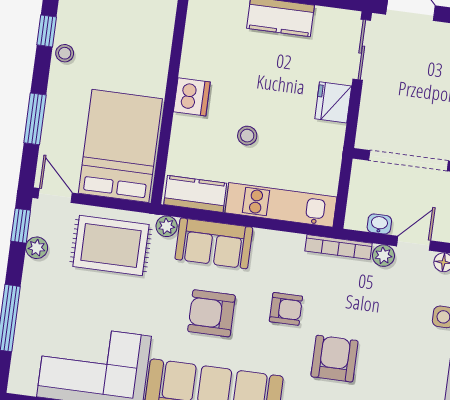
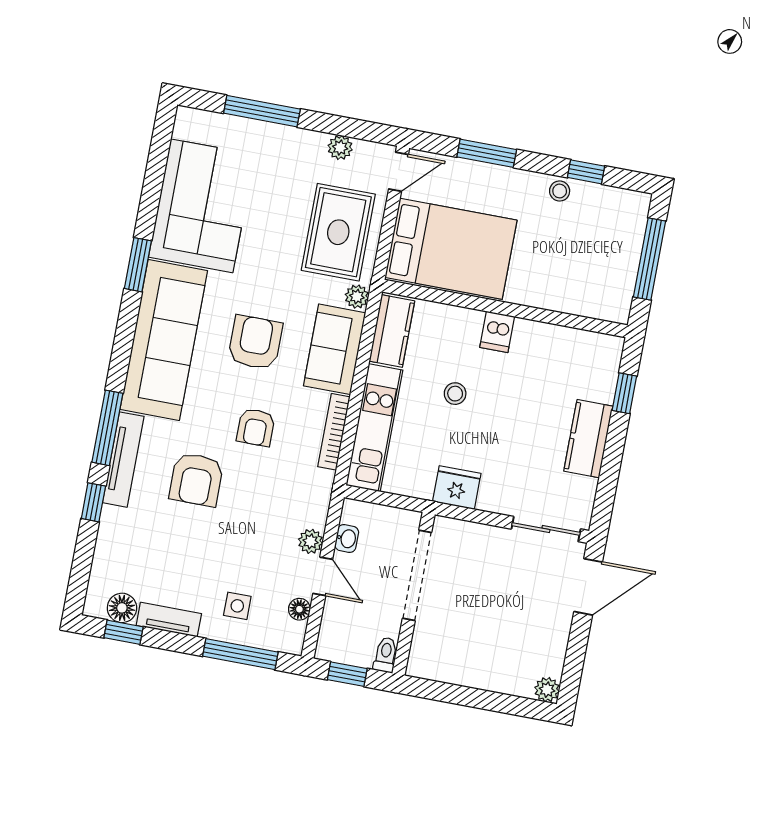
dishwasher: (192, 97) -> (497, 332), width x0.73
fridge: (333, 102) -> (457, 488), moved
window: (21, 226) -> (366, 131), removed
bookcase: (338, 247) -> (334, 432), moved
armchair: (334, 359) -> (196, 480), turned 90

